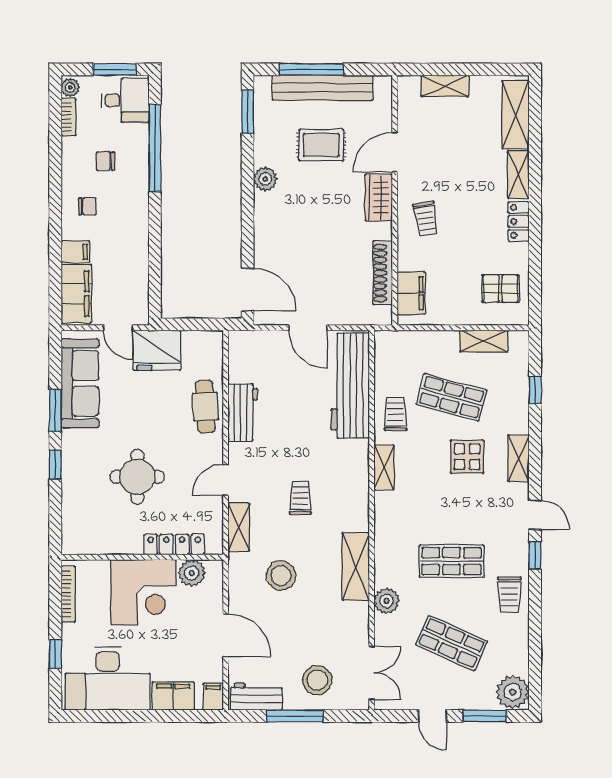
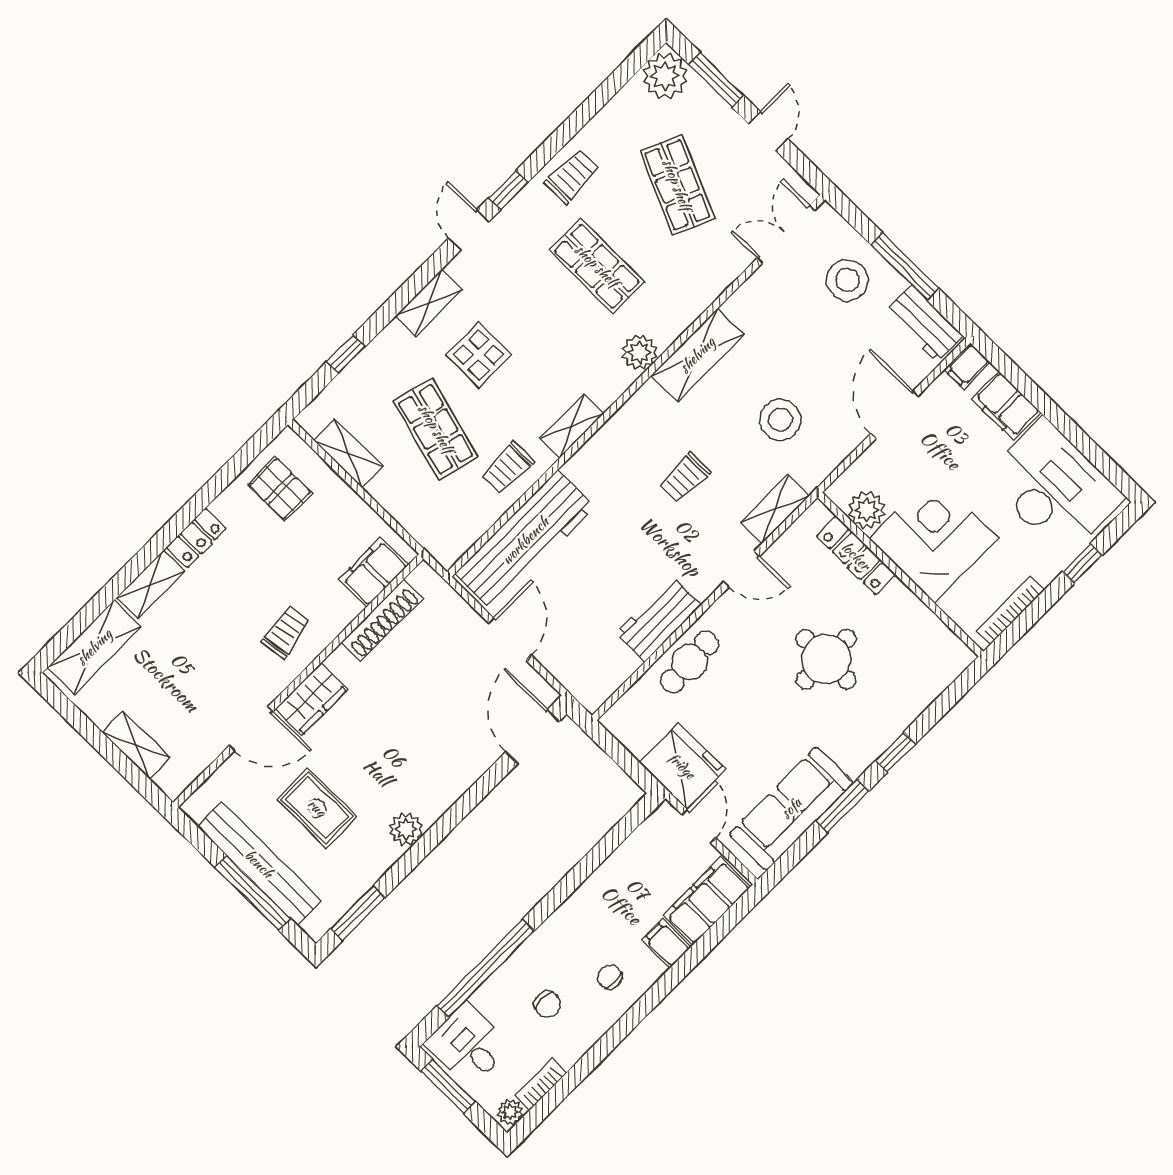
plant: (387, 601) -> (639, 352), moved

